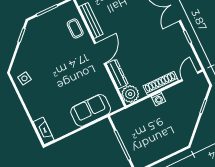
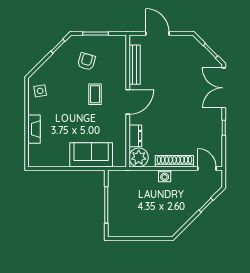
coffee table: (75, 29) -> (95, 94), moved
armchair: (51, 37) -> (86, 61), added
dresser: (117, 74) -> (135, 136), width x0.70
door: (190, 76) -> (207, 168), hinge flipped
fireplace: (44, 131) -> (34, 129), moved

